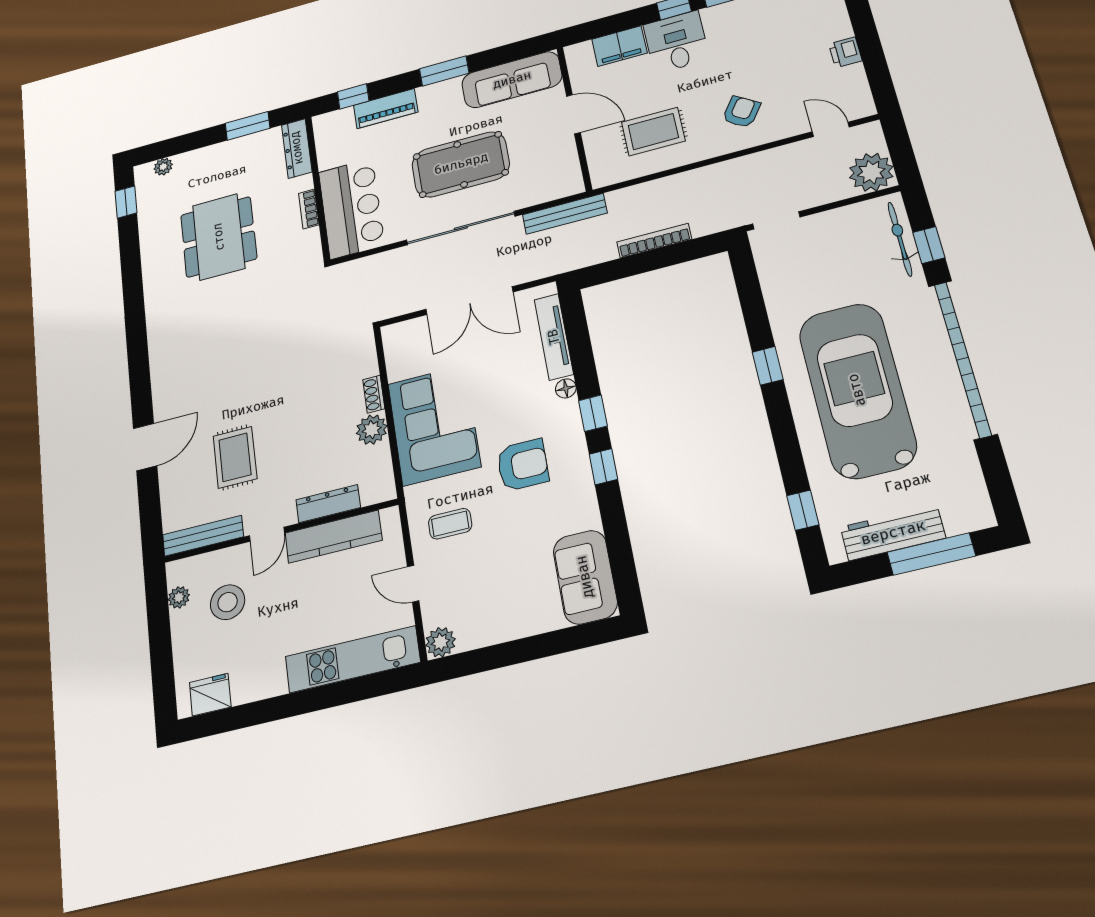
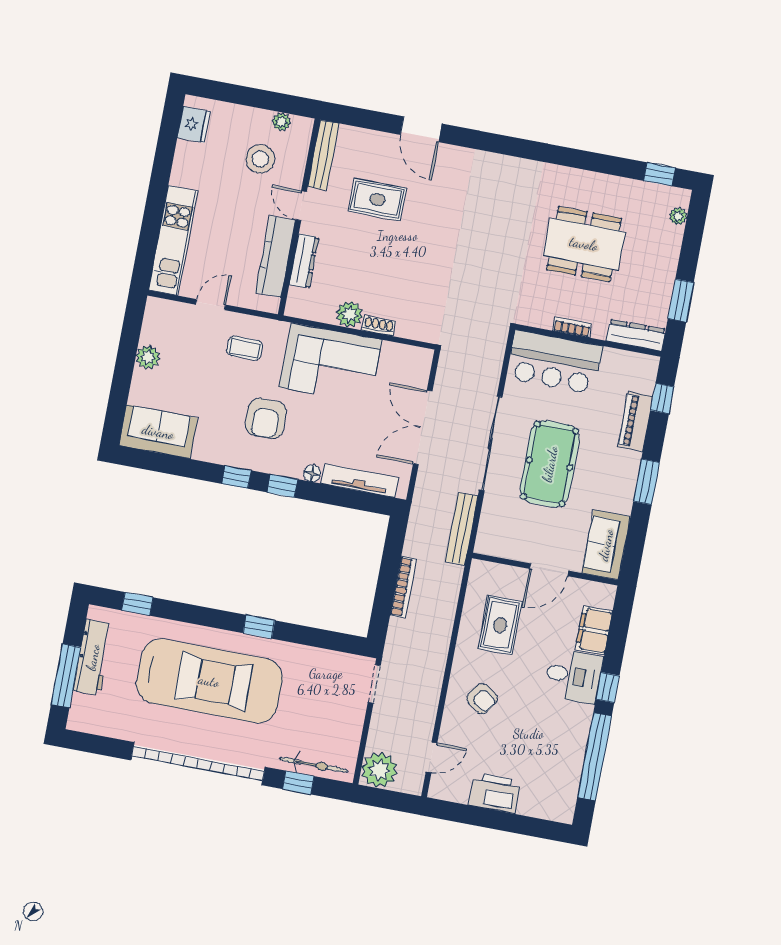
printer: (845, 52) -> (495, 793), width x1.87, depth x1.48
sofa: (512, 80) -> (606, 545), width x0.73
coffee table: (450, 524) -> (245, 348), turned 90
plant: (440, 642) -> (148, 357), moved

